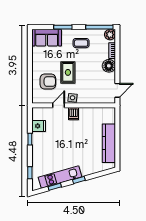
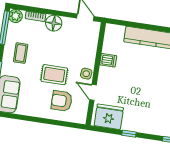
armchair: (48, 82) -> (62, 101), turned -90
dishwasher: (74, 114) -> (108, 60), moved
fridge: (39, 126) -> (109, 117), width x1.88, depth x1.34

